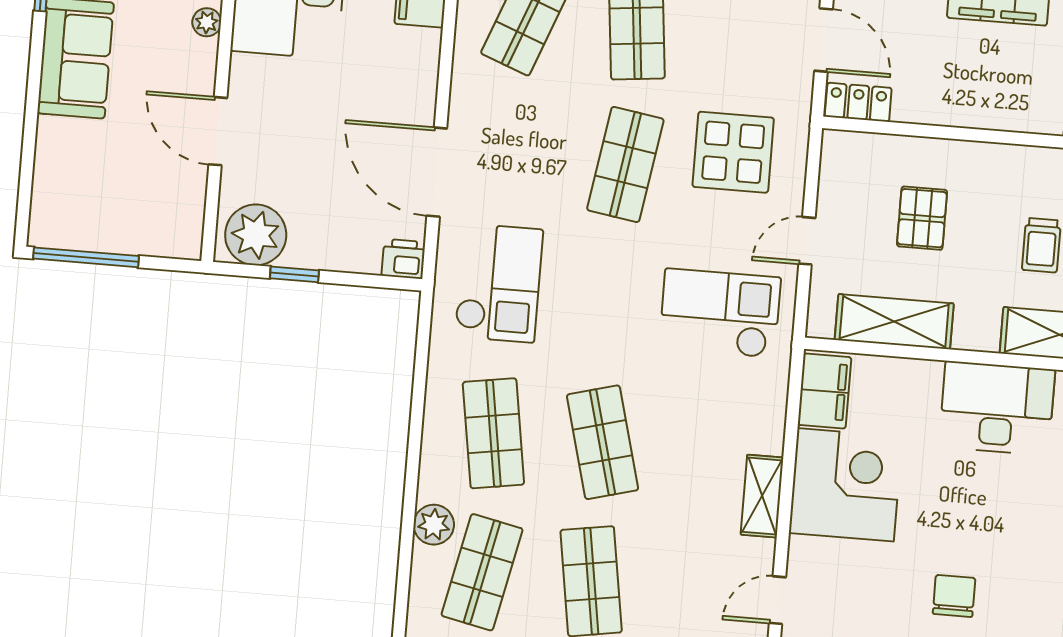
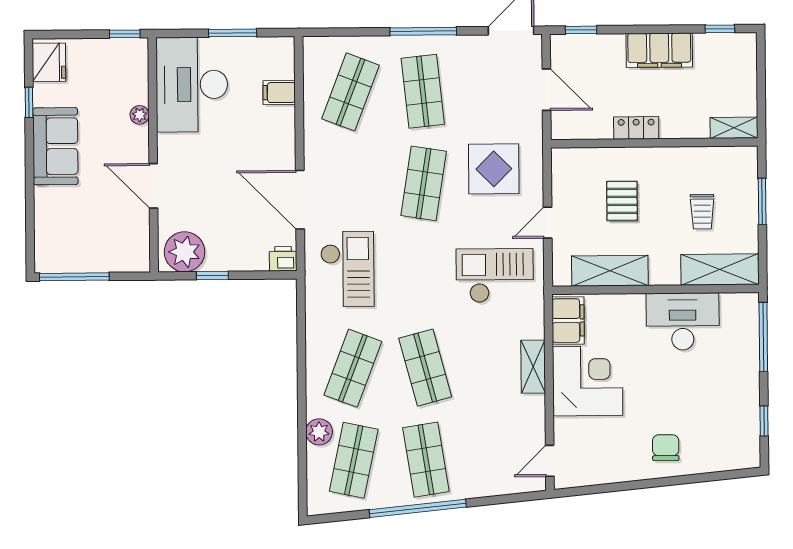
locker: (858, 102) -> (636, 128), moved
shop shelf: (493, 433) -> (353, 368), turned 30
shelving: (762, 496) -> (533, 367), moved

